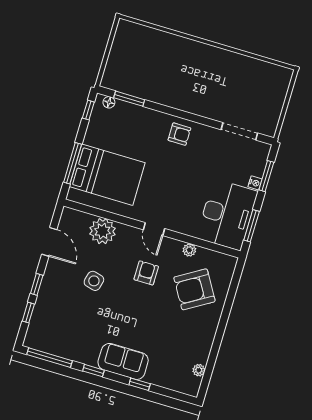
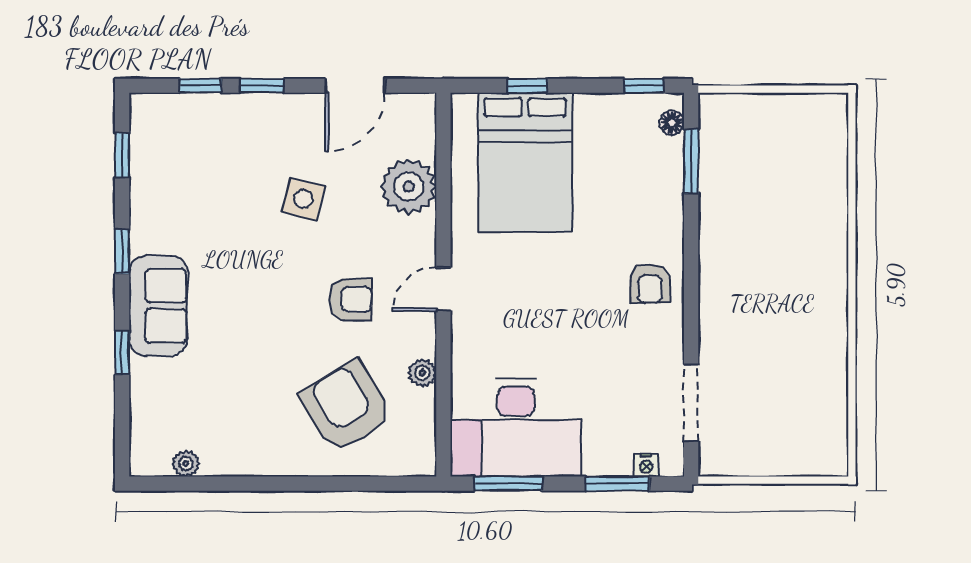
window: (73, 163) -> (527, 86), width x0.46
nightstand: (255, 183) -> (646, 465), moved
window: (49, 358) -> (122, 155), width x0.46

